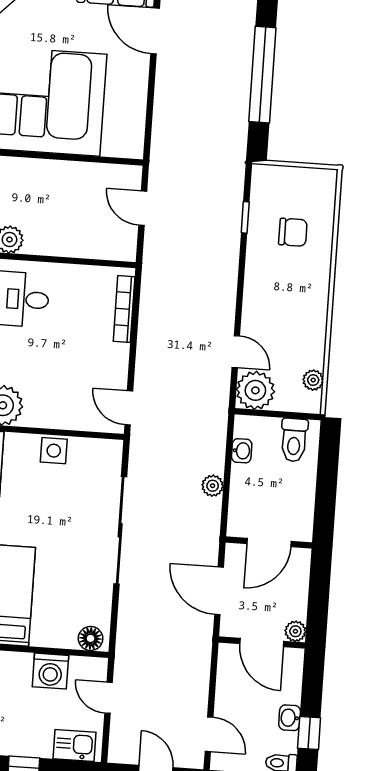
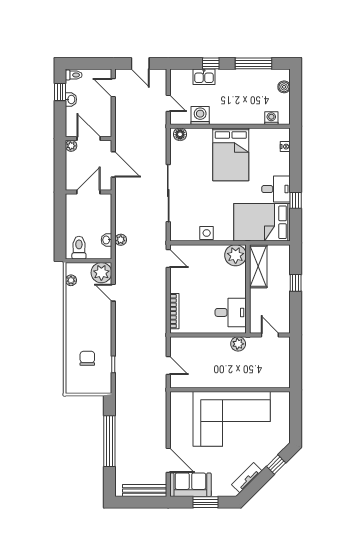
chair: (293, 232) -> (87, 358), turned 90
plant: (213, 486) -> (121, 240), moved
kitchen sink: (75, 745) -> (204, 77), moved

